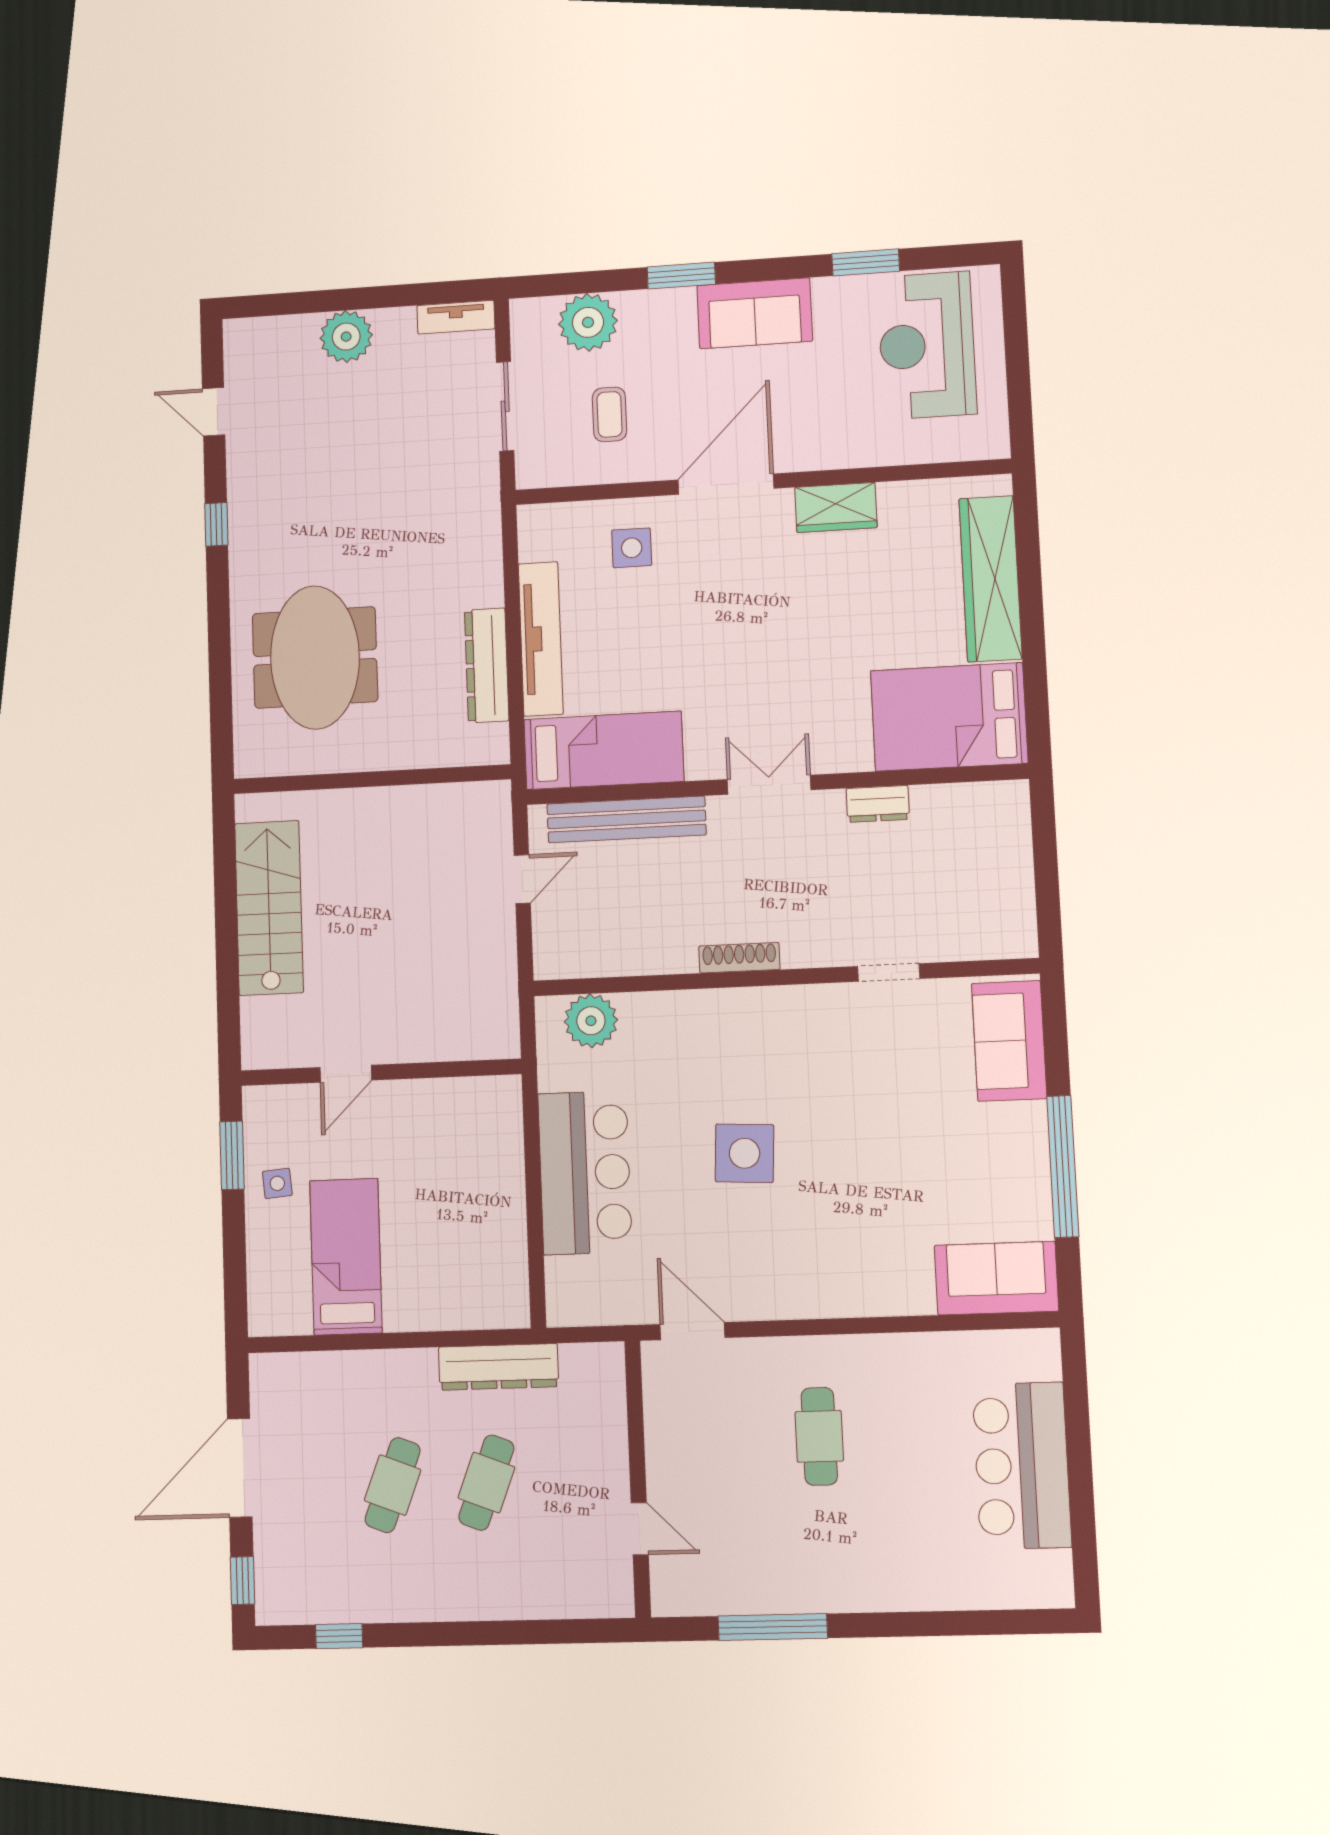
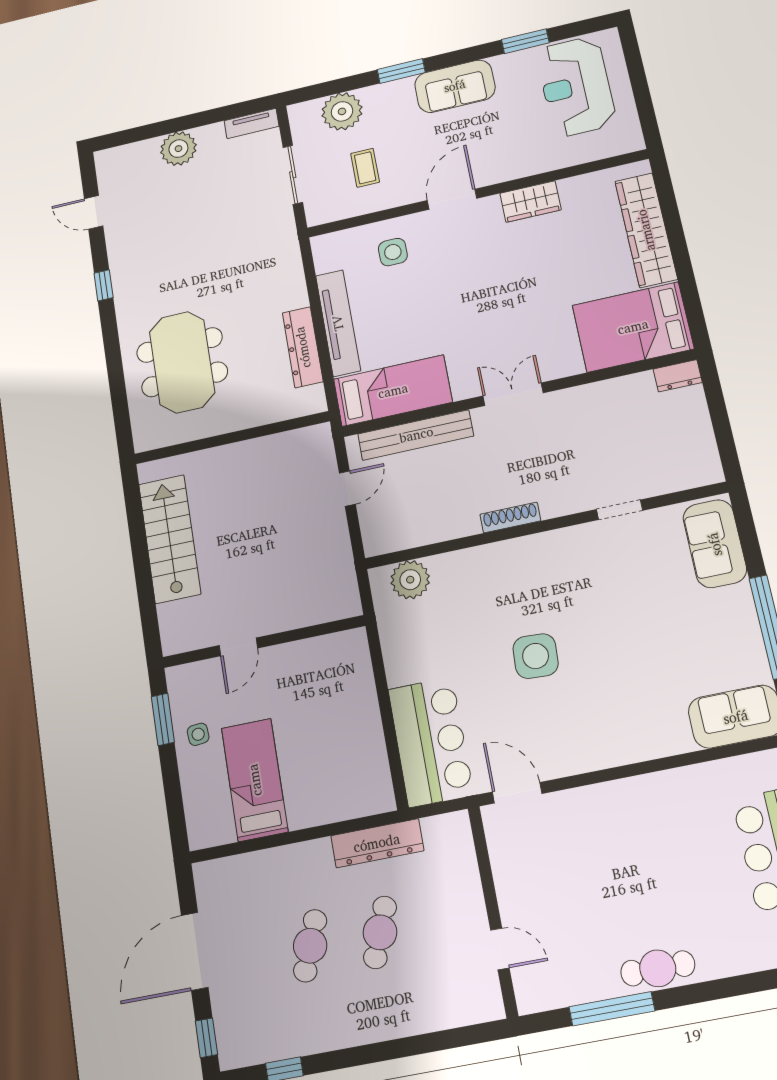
door: (726, 484) -> (452, 199), width x0.73
dresser: (878, 804) -> (678, 376), moved
bar counter: (585, 1173) -> (431, 742), moved
cafe table: (819, 1436) -> (658, 968), moved, turned 90

